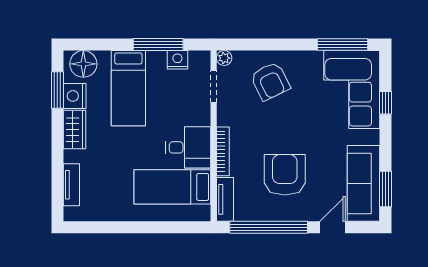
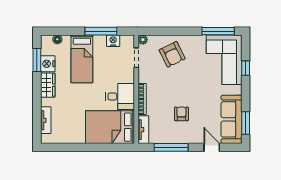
floor lamp: (83, 64) -> (57, 39), width x0.53, depth x0.53
armchair: (285, 175) -> (181, 114), width x0.53, depth x0.53
bed: (172, 187) -> (110, 127), width x1.50
window: (269, 227) -> (171, 147), width x0.68
door: (332, 227) -> (212, 147), hinge flipped

